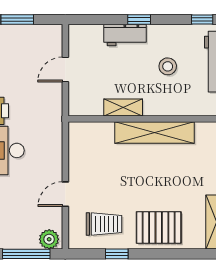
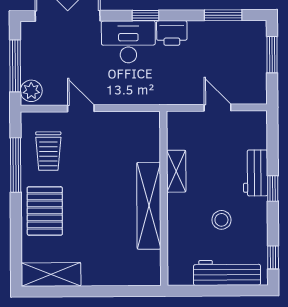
window: (117, 254) -> (16, 165), width x2.17

